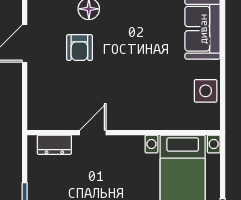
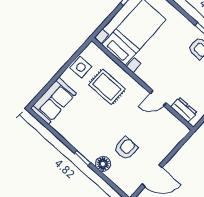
rug: (159, 95) -> (107, 87), added

